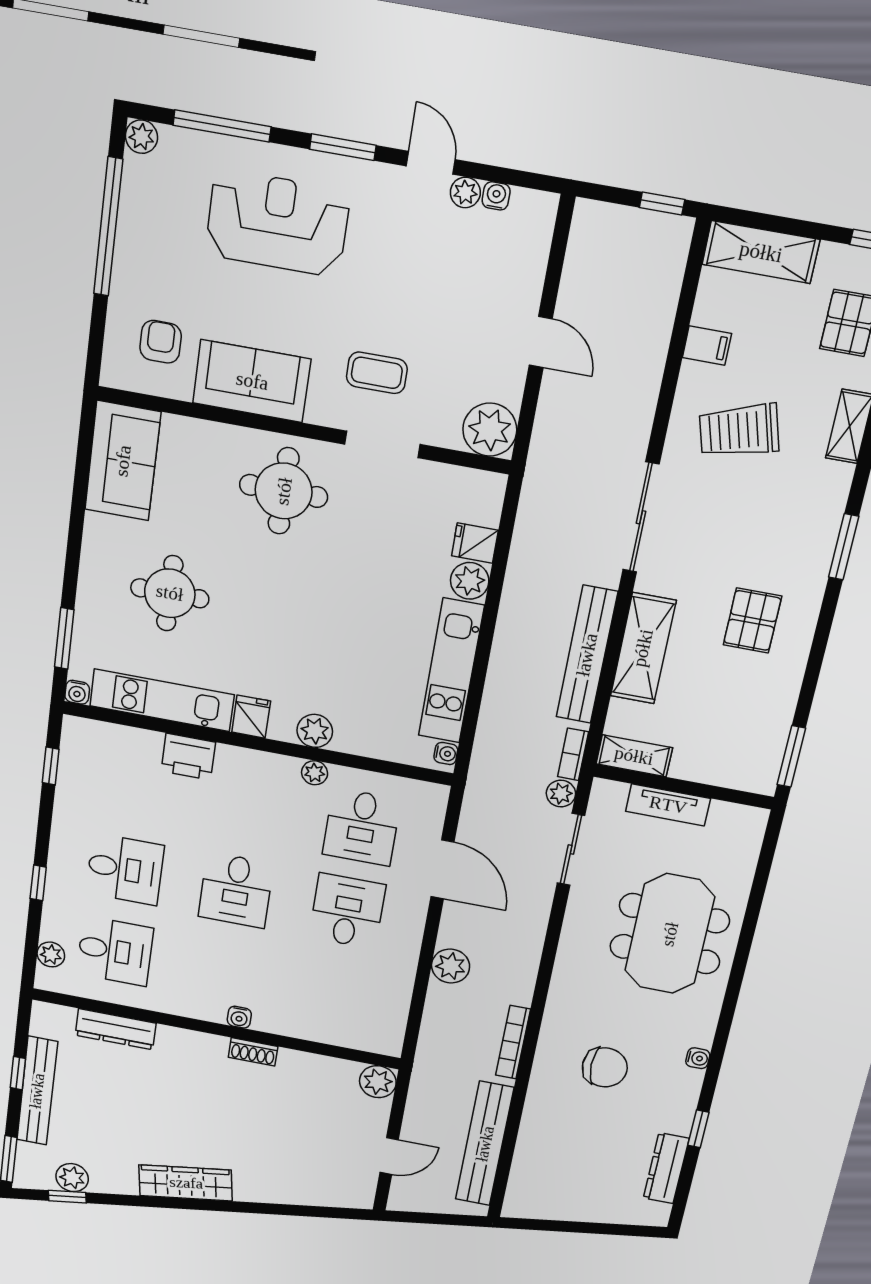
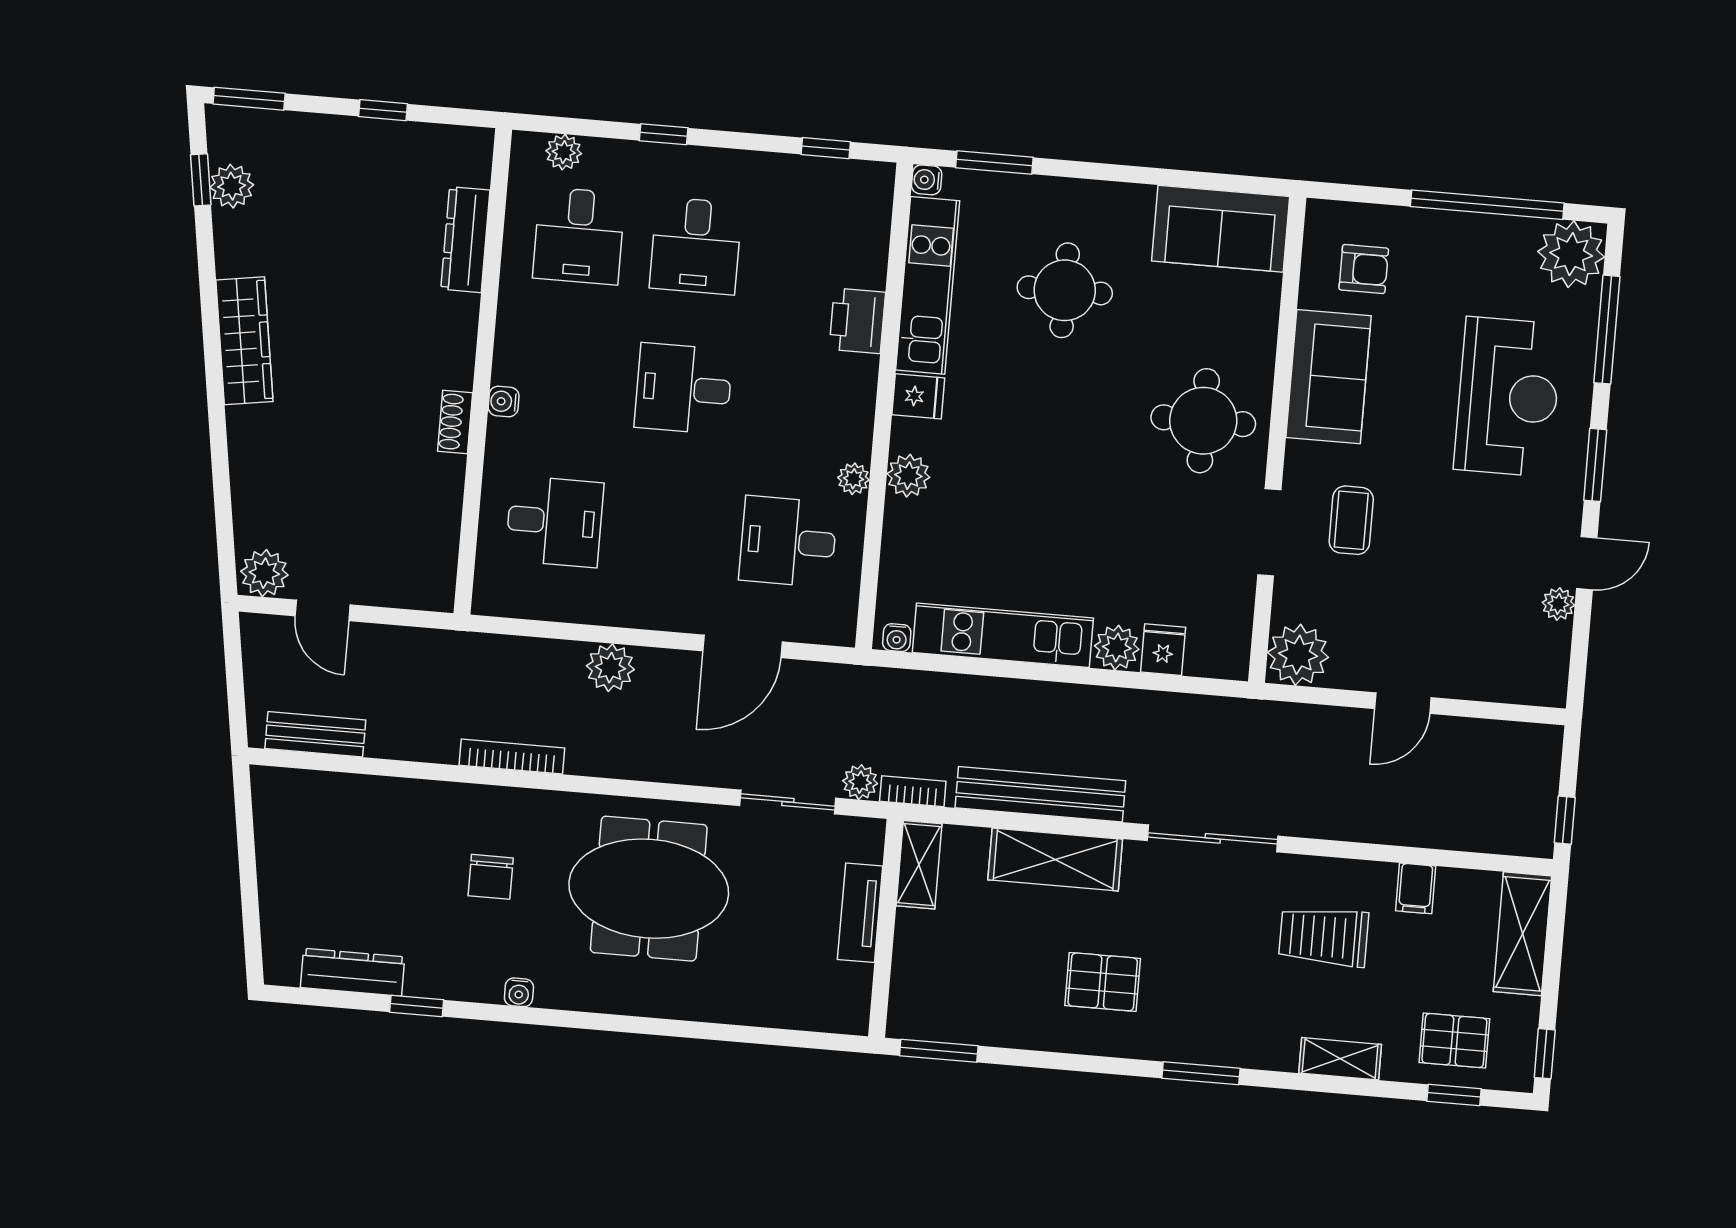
plant: (141, 137) -> (1571, 254), width x1.88, depth x1.88
water cooler: (496, 196) -> (1558, 638), removed
trolley: (739, 431) -> (1324, 937), turned -74
desk: (347, 911) -> (554, 521), moved
meeting table: (670, 934) -> (649, 889), moved
chair: (605, 1067) -> (491, 877), width x0.73, depth x0.73
plant: (378, 1082) -> (264, 573), moved
bench: (37, 1091) -> (359, 137), removed
bench: (485, 1144) -> (315, 734), width x0.54, depth x0.82

